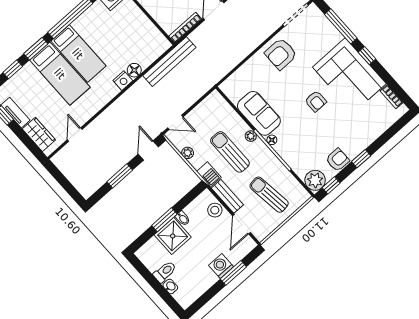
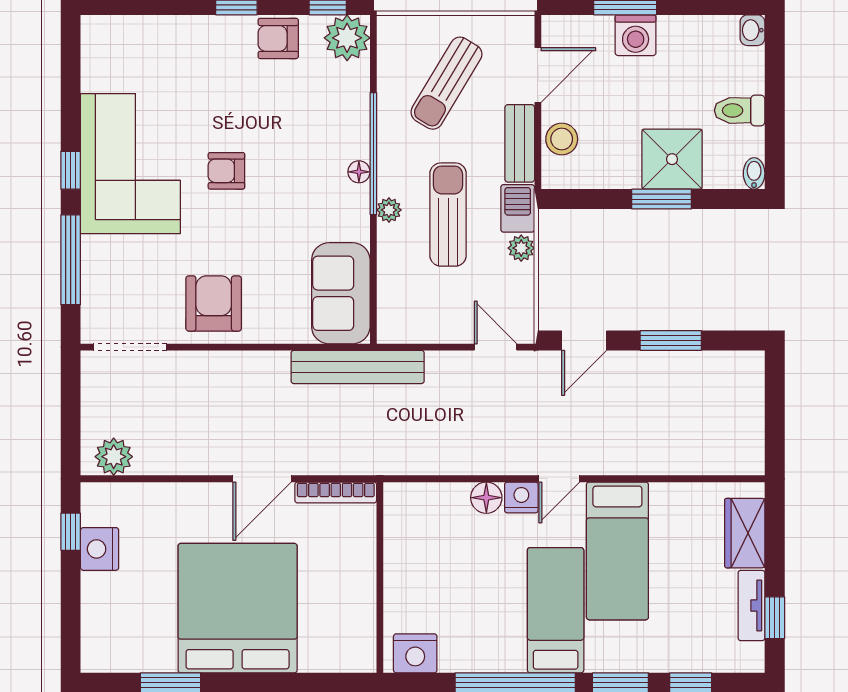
armchair: (281, 54) -> (214, 303), turned -90
bench: (169, 62) -> (358, 367), moved
bed: (60, 74) -> (617, 551), moved, turned 180
bookcase: (391, 97) -> (91, 64), removed
armchair: (316, 101) -> (226, 171), turned -90
sofa: (259, 113) -> (341, 293), moved
door: (75, 135) -> (559, 479), moved
sun lounger: (230, 152) -> (448, 215), turned 180
plant: (188, 153) -> (521, 248), moved
sun lounger: (269, 195) -> (446, 83), turned 38
bidet: (183, 218) -> (754, 173), moved
washbasin: (170, 286) -> (752, 30), moved

